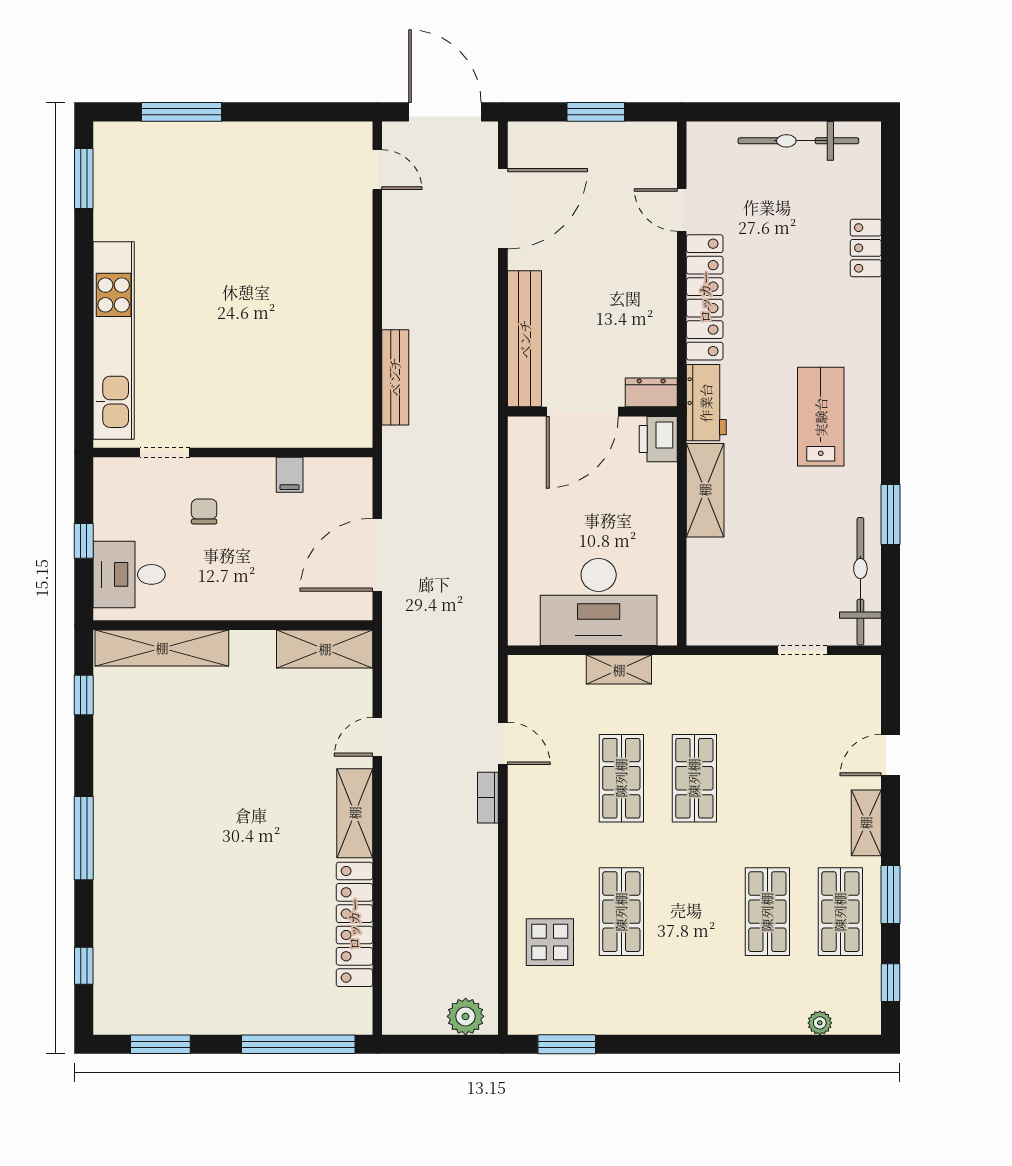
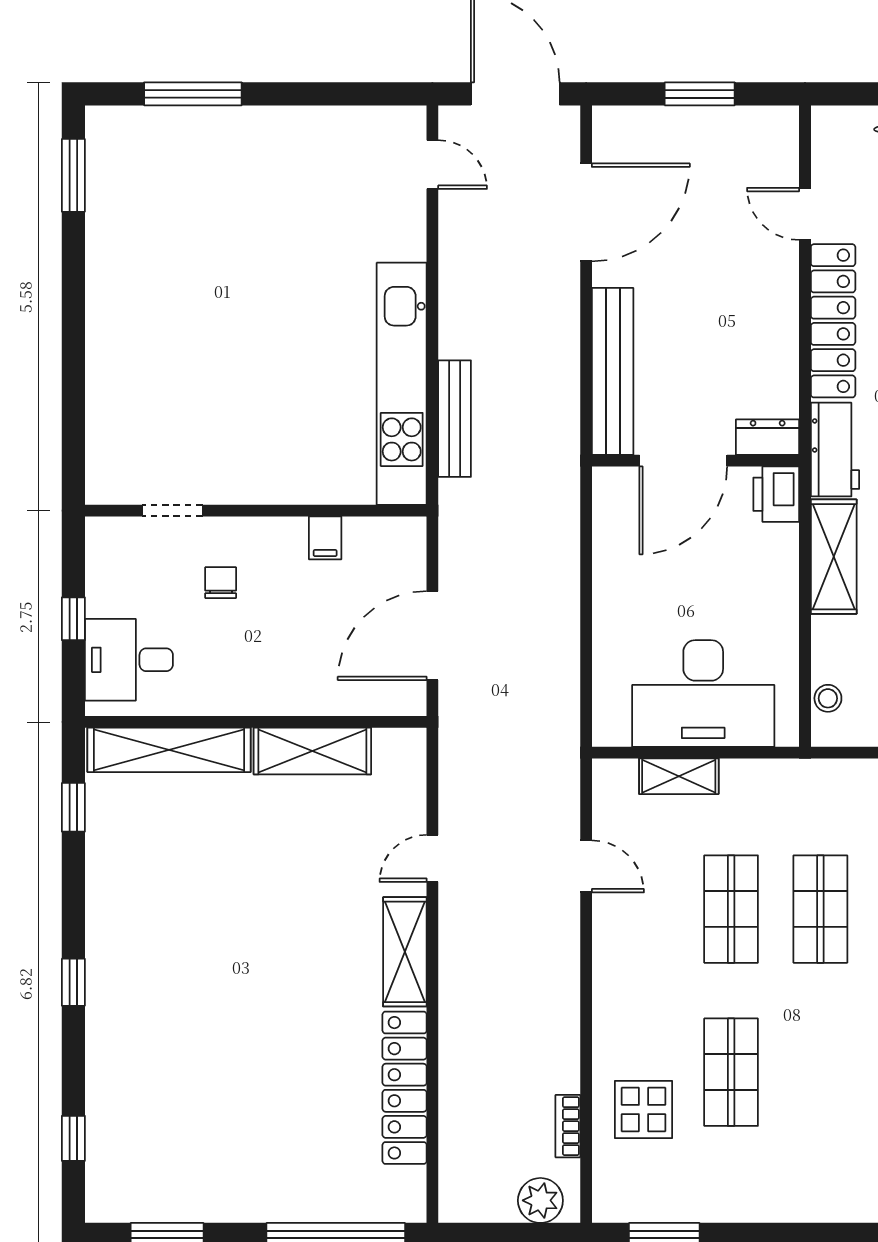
kitchen unit: (114, 340) -> (402, 384), moved, turned 180
stool: (701, 606) -> (828, 698), added
shelving: (325, 649) -> (312, 751), moved
shelving: (619, 670) -> (679, 776), moved
bookcase: (488, 798) -> (568, 1126), moved
window: (84, 838) -> (73, 982), width x0.46

